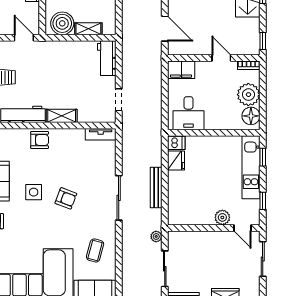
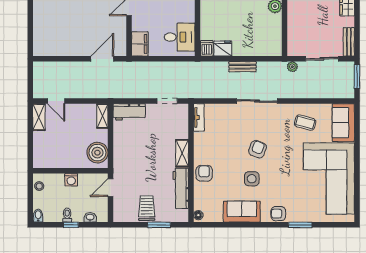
shelving: (88, 29) -> (102, 116), moved
bench: (156, 187) -> (243, 67), width x0.73

